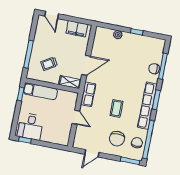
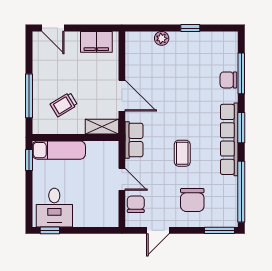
door: (86, 65) -> (122, 96), hinge flipped
chair: (137, 143) -> (136, 204), moved

